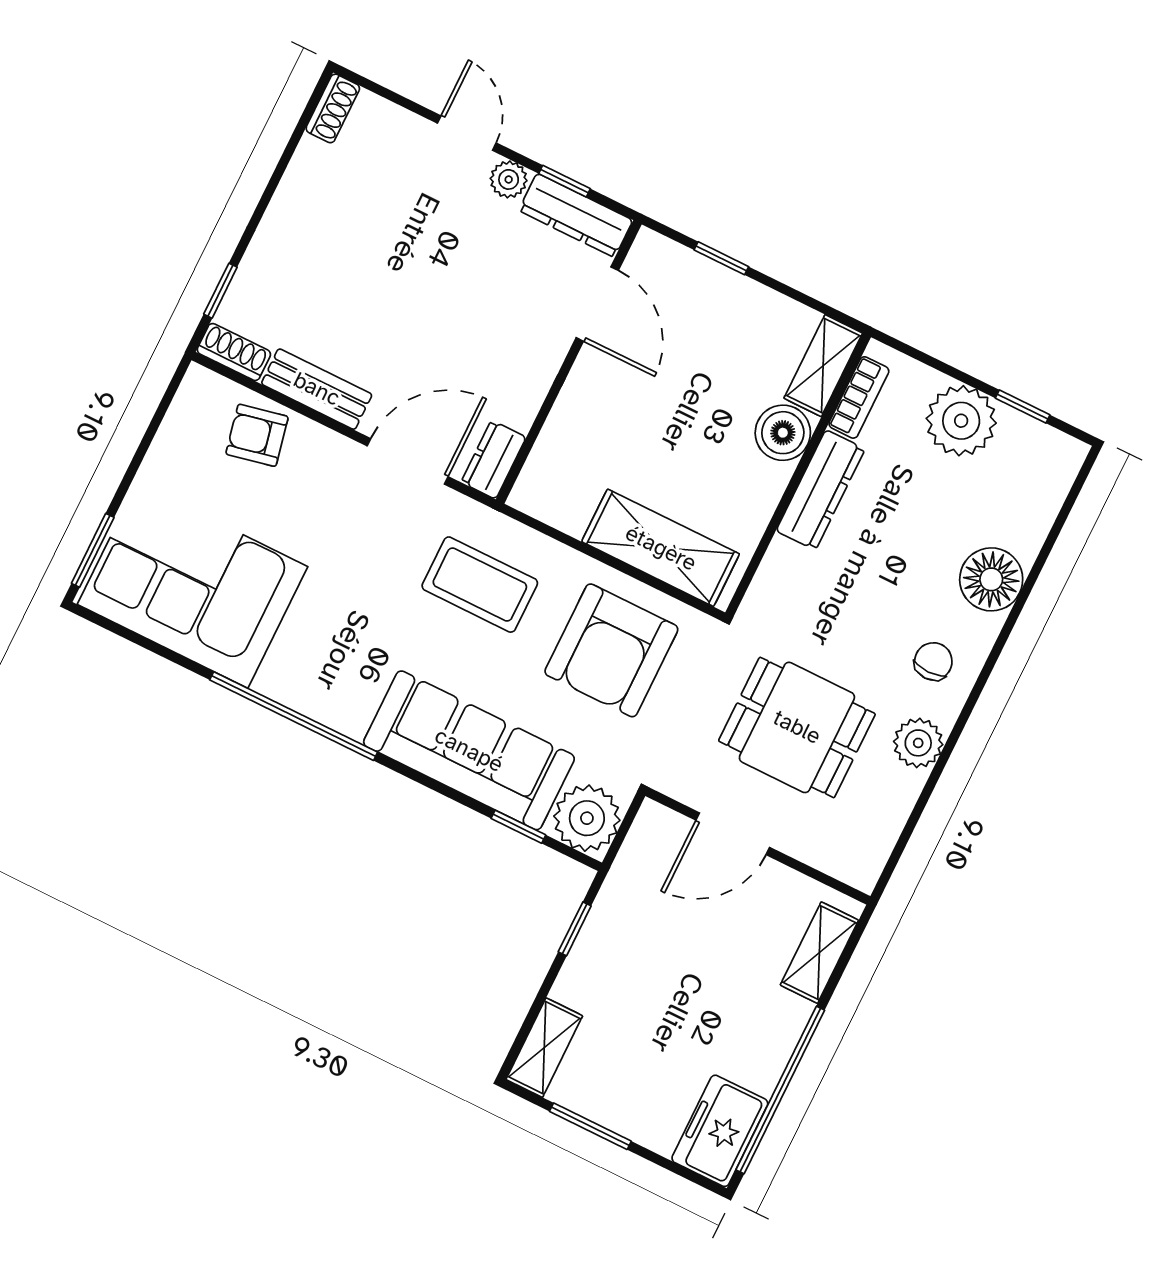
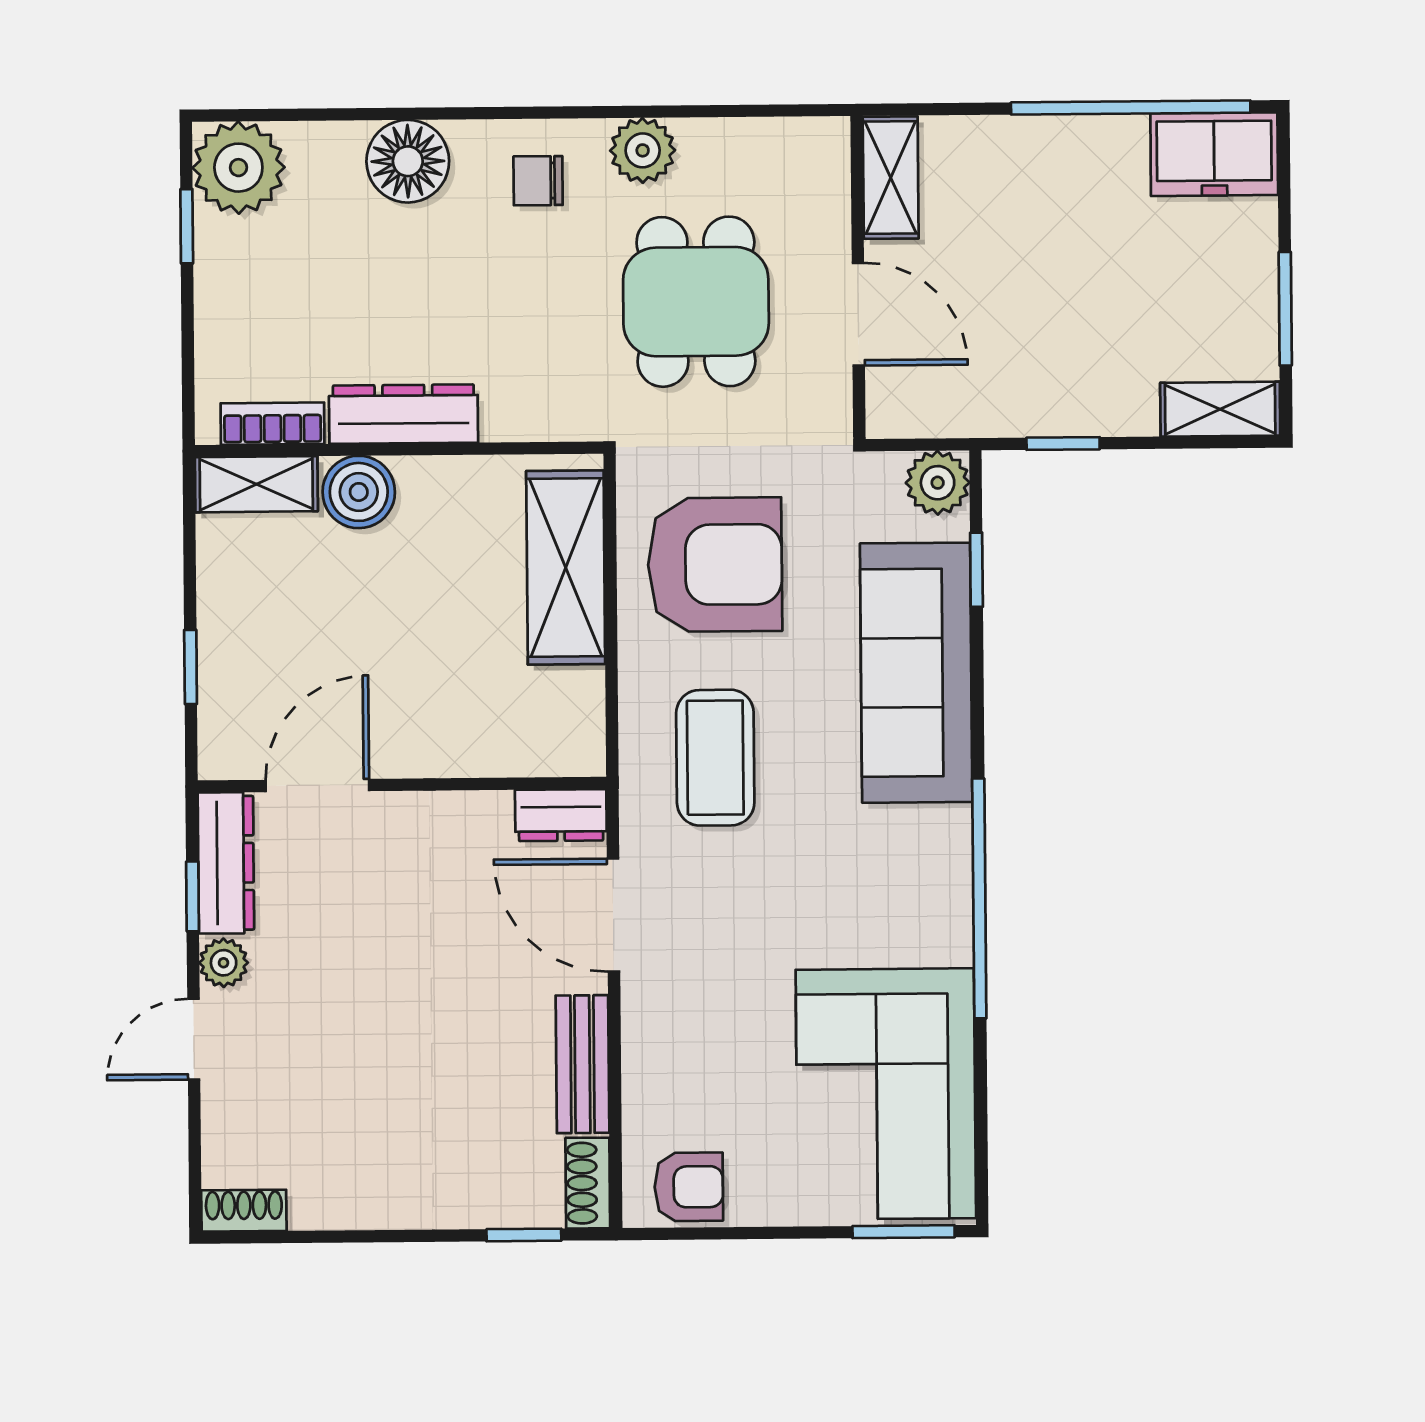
plant: (961, 421) -> (238, 168), moved
armchair: (257, 435) -> (689, 1187), moved, turned -78
plant: (587, 818) -> (938, 483), width x0.73, depth x0.73
shelving: (819, 953) -> (891, 178), moved, turned 90

